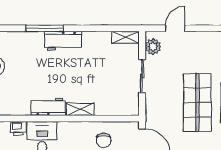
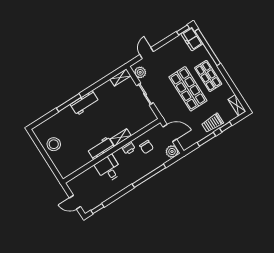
printer: (18, 128) -> (129, 148), moved

